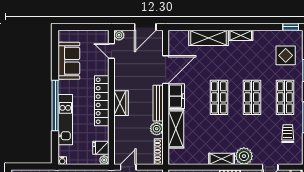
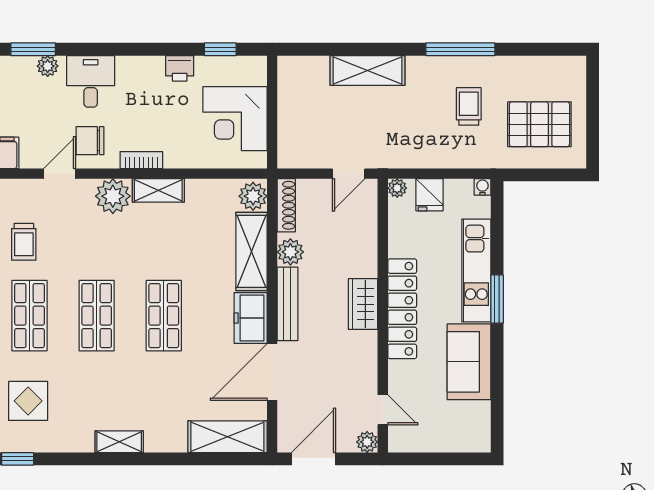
shelving: (208, 38) -> (227, 437), moved
sofa: (69, 61) -> (469, 362), moved
window: (55, 106) -> (497, 299), width x0.47
fridge: (101, 148) -> (429, 195), moved, turned 90
plant: (175, 156) -> (253, 196), added

